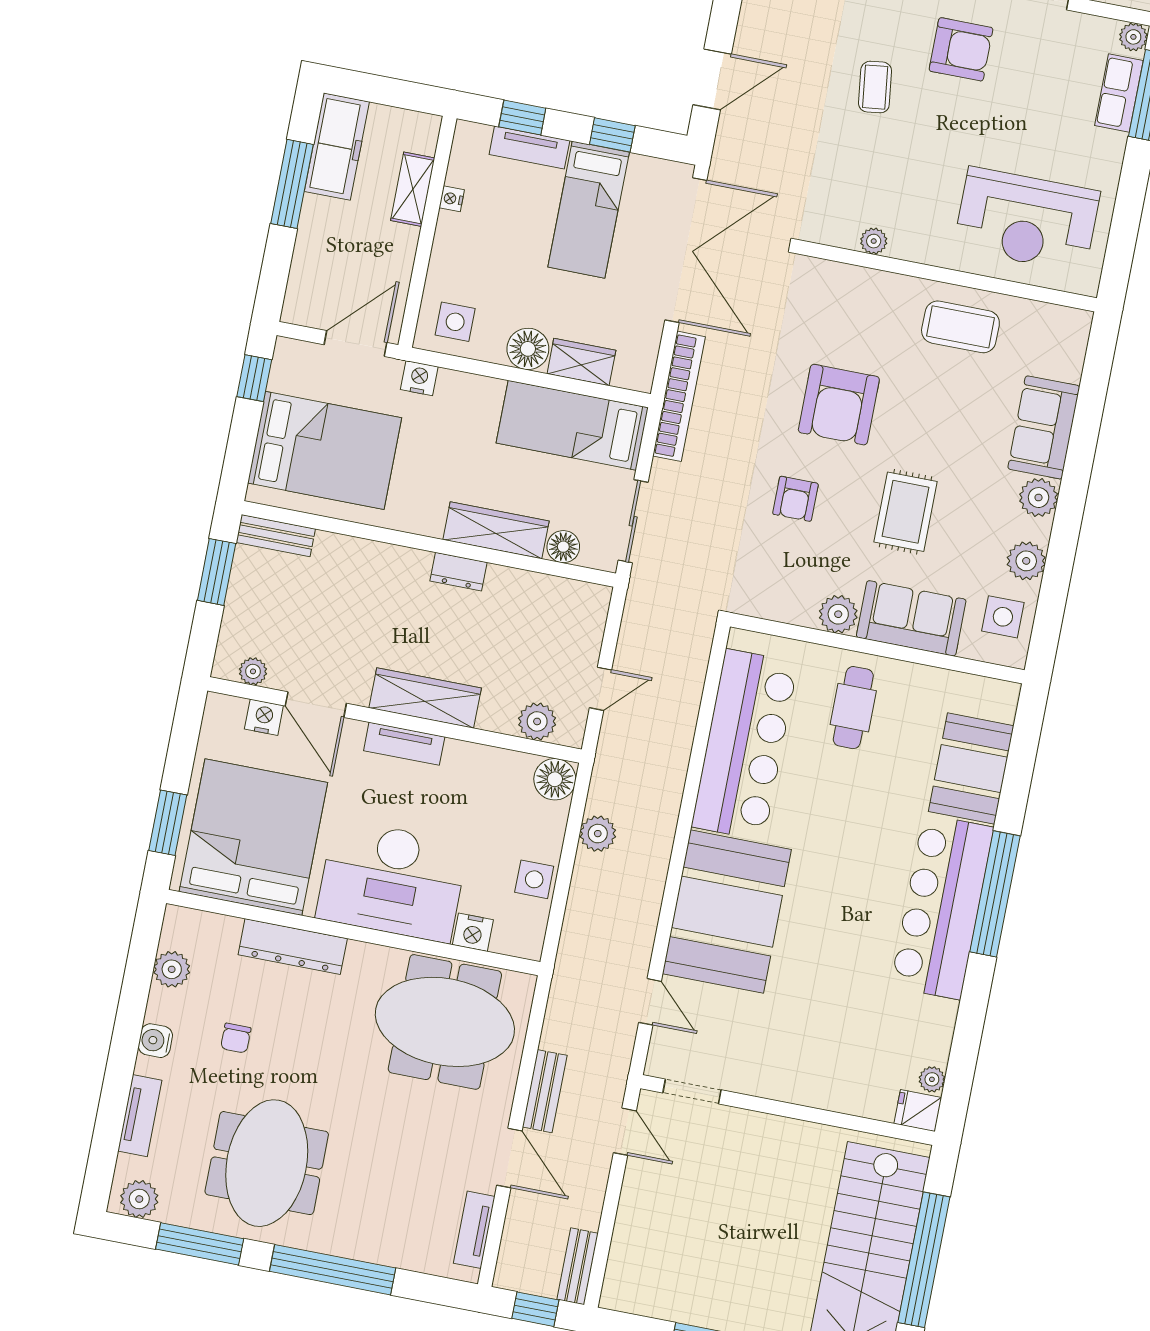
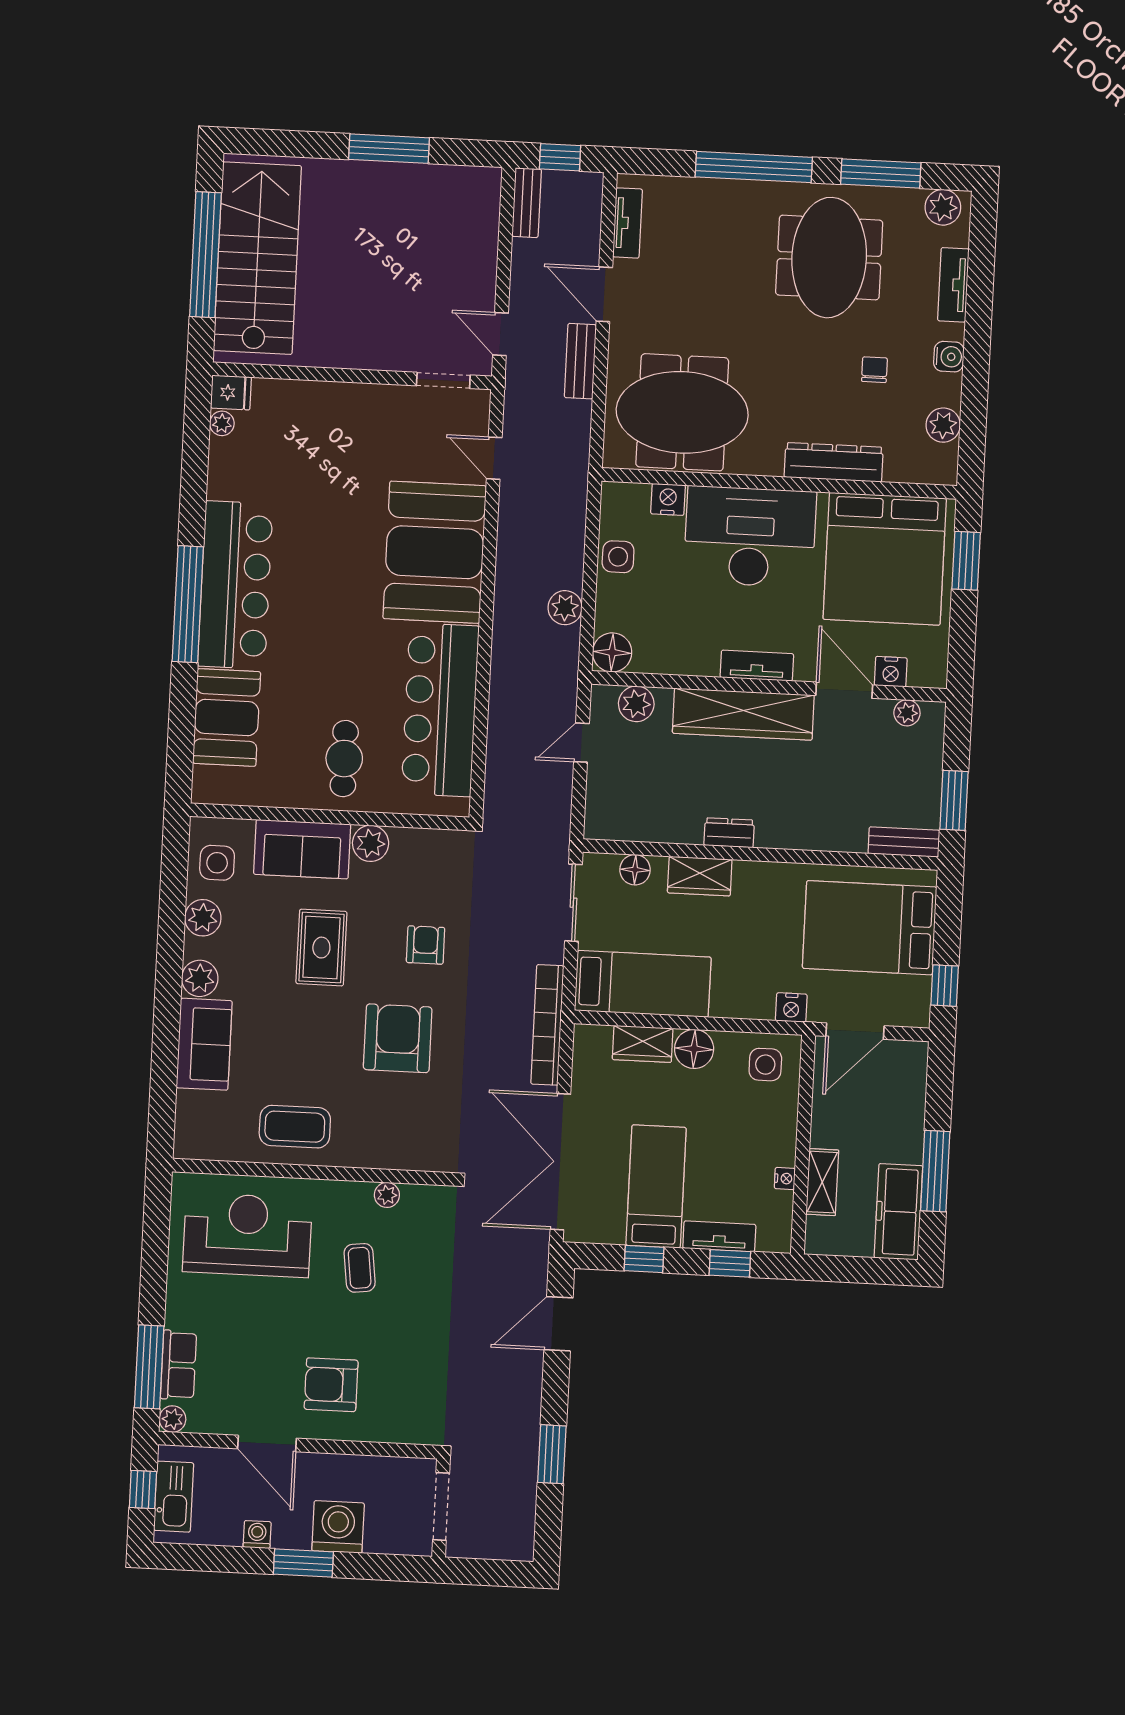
coffee table: (875, 87) -> (360, 1268), moved
wardrobe: (496, 530) -> (700, 876), width x0.67
wardrobe: (425, 698) -> (743, 714), width x1.40, depth x1.17

